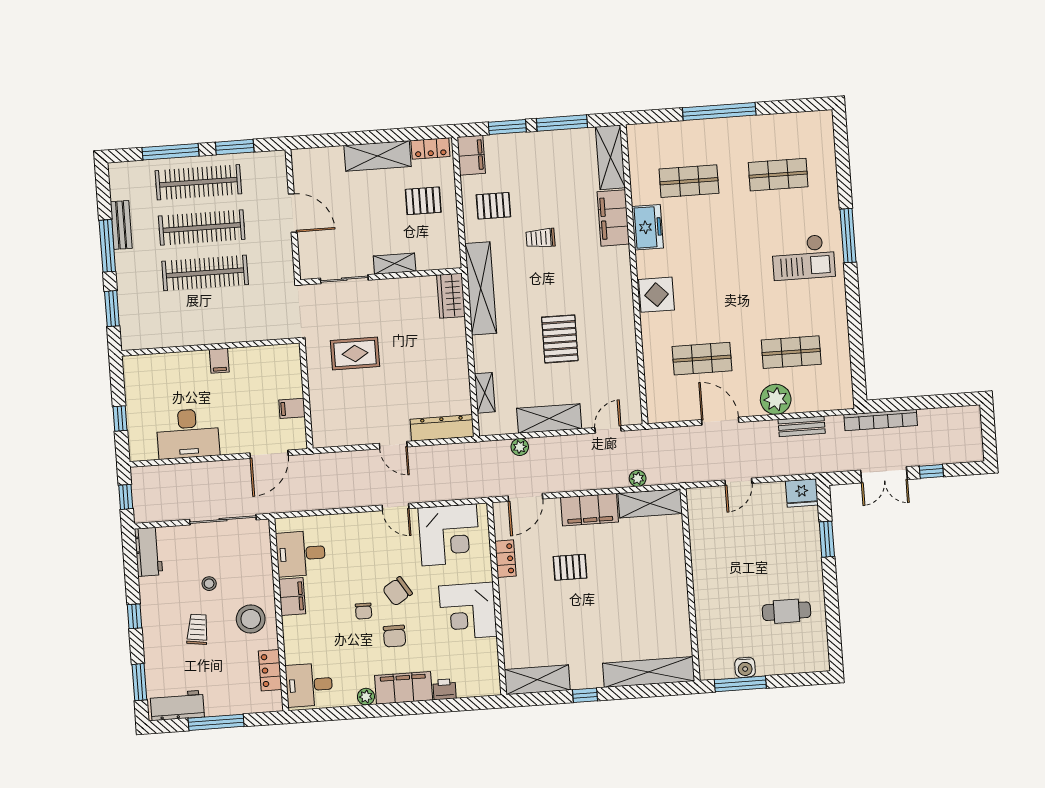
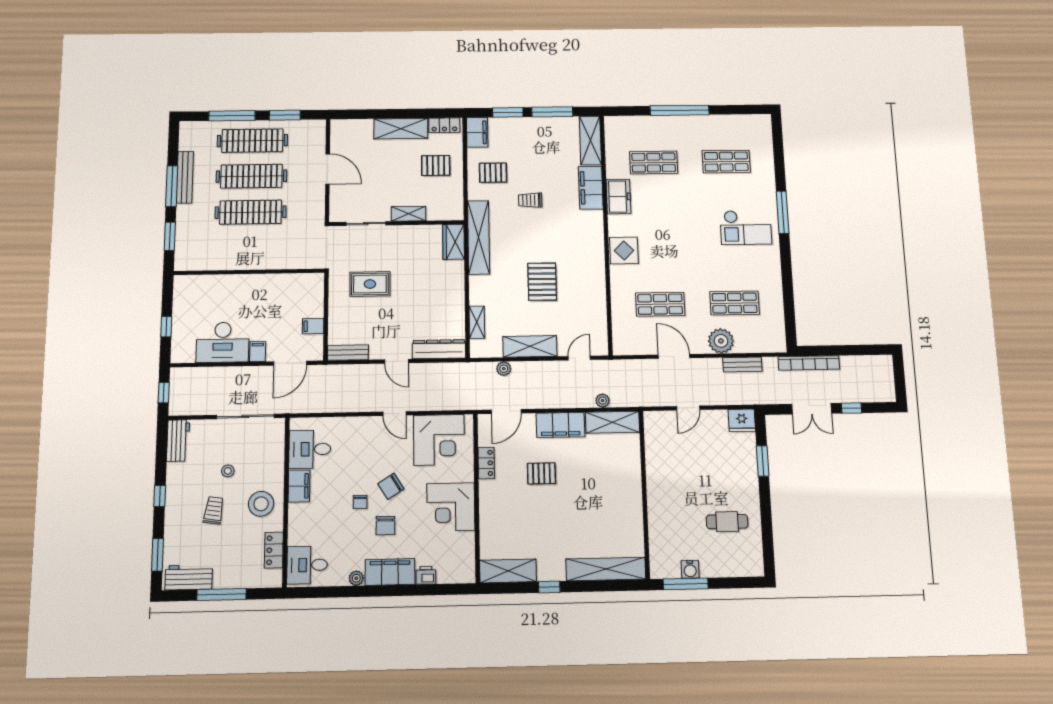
bench: (121, 225) -> (185, 177), width x1.36
filing cabinet: (219, 361) -> (258, 352), moved, turned 180
bench: (336, 438) -> (348, 353), added

